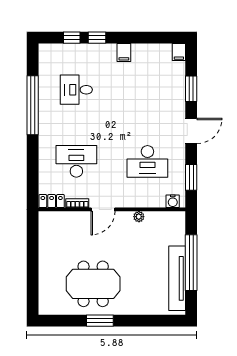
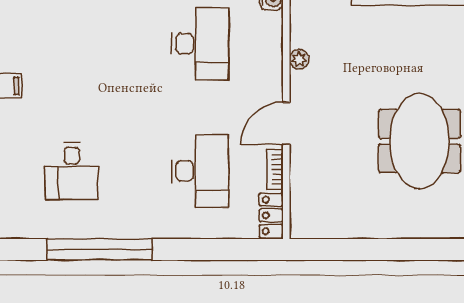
desk: (76, 161) -> (200, 171), turned 180
door: (103, 209) -> (286, 123), swing flipped

